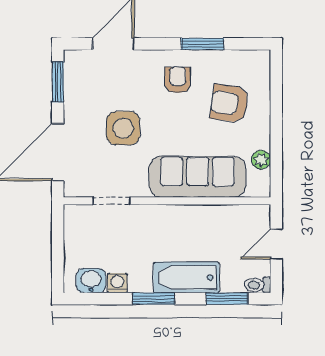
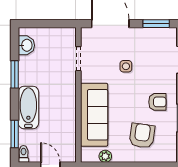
side table: (123, 128) -> (126, 66), width x0.54, depth x0.54
washing machine: (117, 283) -> (25, 62), removed
window: (154, 299) -> (15, 74), moved

